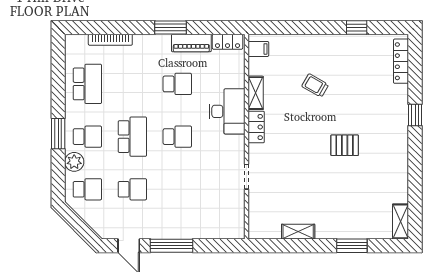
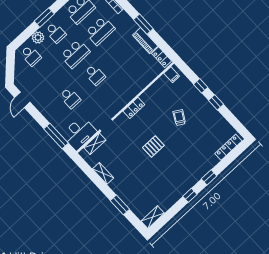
window: (302, 28) -> (201, 86), added
window: (357, 28) -> (216, 102), moved
school desk: (177, 84) -> (100, 31), moved, width x1.85
shelving: (256, 93) -> (95, 144), moved
desk: (227, 111) -> (79, 133), moved
pallet: (345, 145) -> (153, 146), moved, turned 90
window: (415, 156) -> (190, 195), added
school desk: (132, 189) -> (70, 98), moved
window: (172, 246) -> (56, 136), moved

